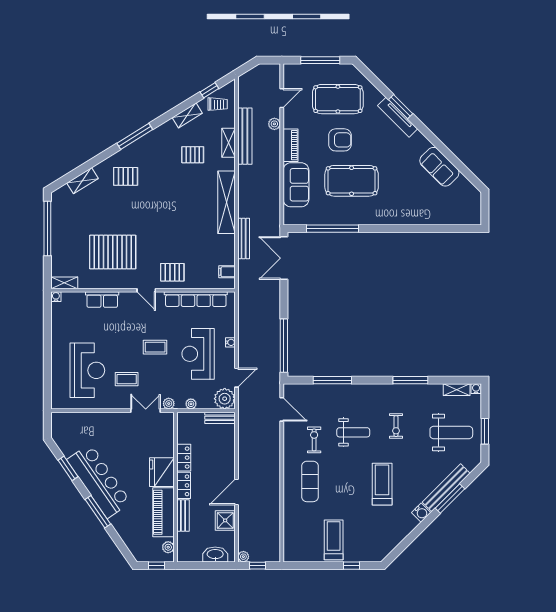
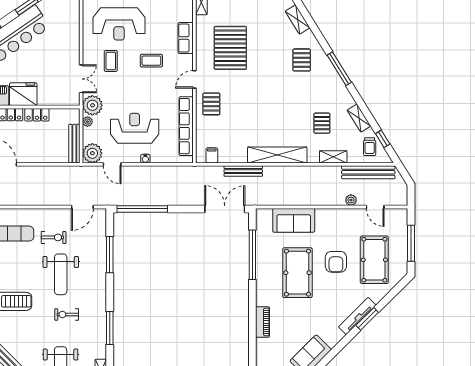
bench: (245, 136) -> (368, 172), moved
piano: (290, 145) -> (263, 322), moved, turned -90
coffee table: (155, 347) -> (151, 61), moved, turned 90
plant: (169, 404) -> (92, 105), width x1.88, depth x1.88
bench: (220, 418) -> (74, 144), width x1.36
weight bench: (353, 432) -> (61, 274), width x1.36, depth x1.33

